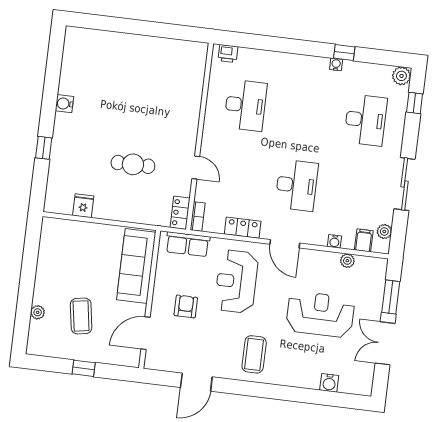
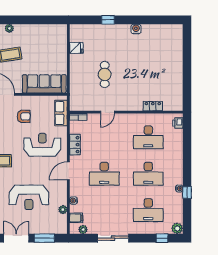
desk: (305, 113) -> (148, 174), added
locker: (180, 213) -> (153, 106), moved
reception desk: (320, 314) -> (29, 197), turned 90

